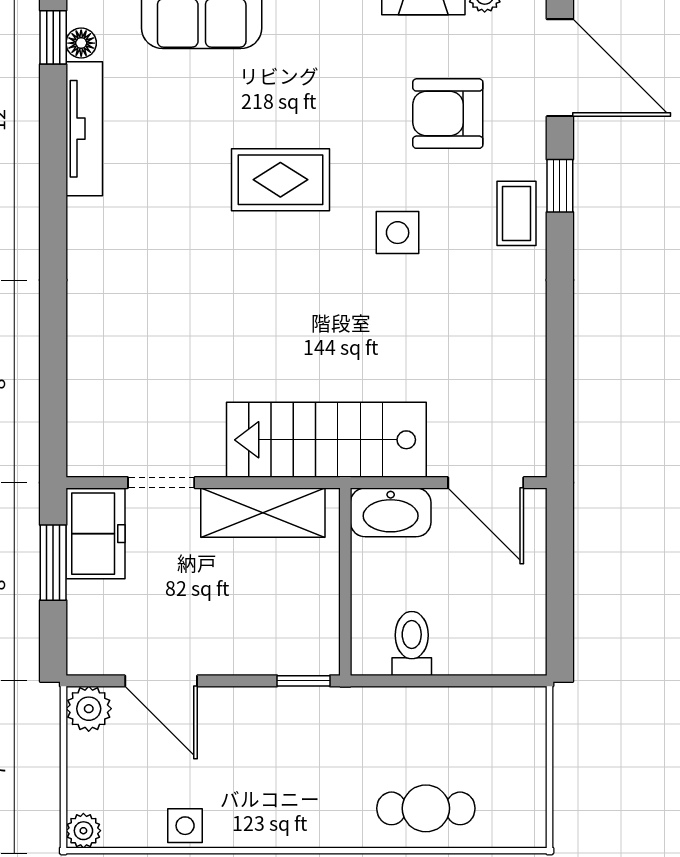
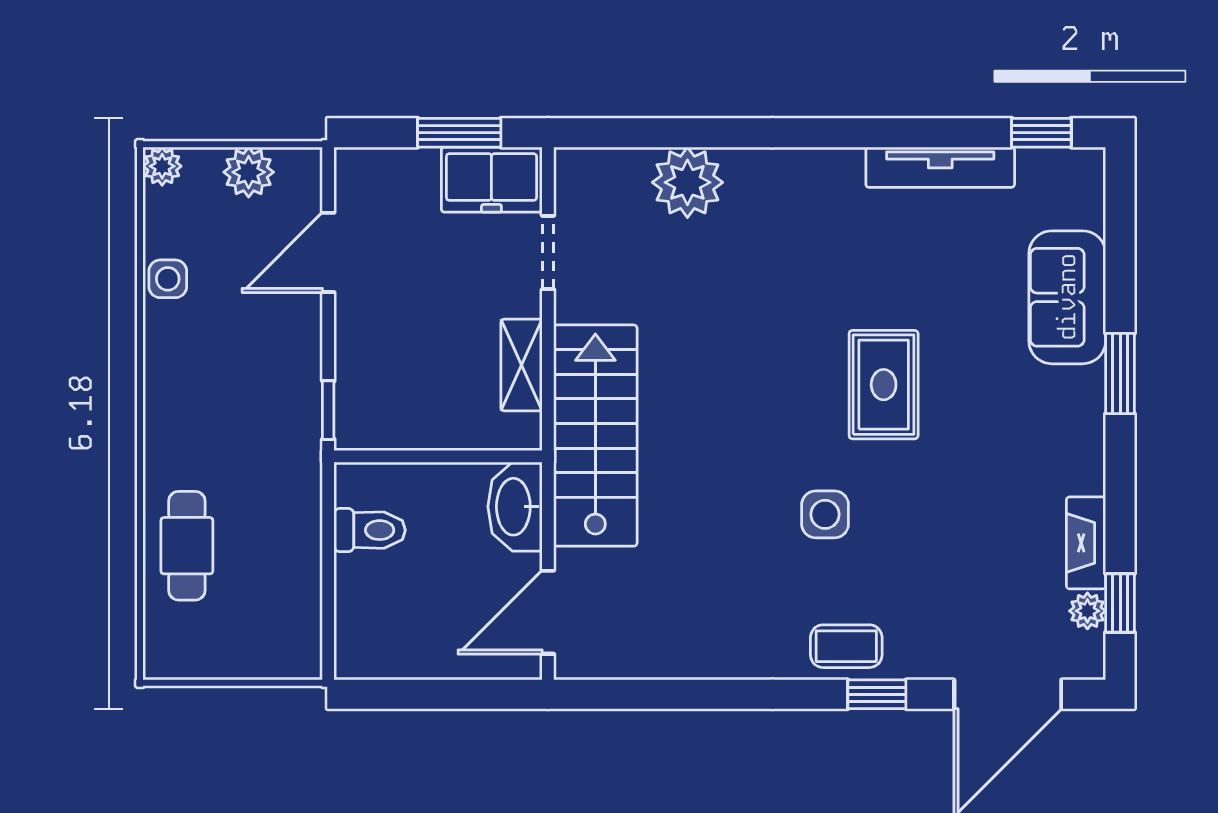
floor lamp: (81, 43) -> (1035, 164), removed
armchair: (448, 114) -> (957, 570), removed
plant: (98, 357) -> (687, 182), added
shelving: (263, 513) -> (522, 365), width x0.67, depth x0.75
plant: (89, 709) -> (249, 172), moved

